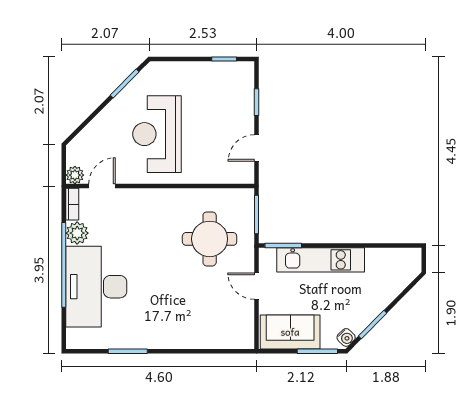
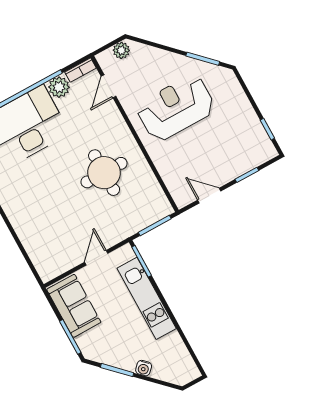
plant: (75, 175) -> (121, 50), moved
door: (102, 186) -> (109, 86), swing flipped
round table: (210, 239) -> (104, 173), moved
water cooler: (346, 337) -> (144, 368), moved

